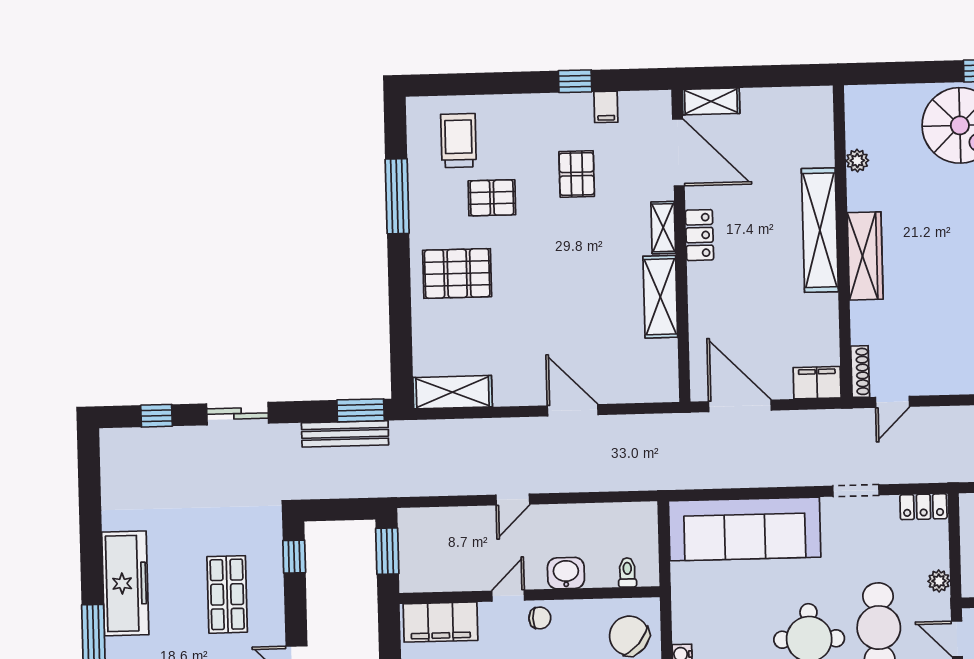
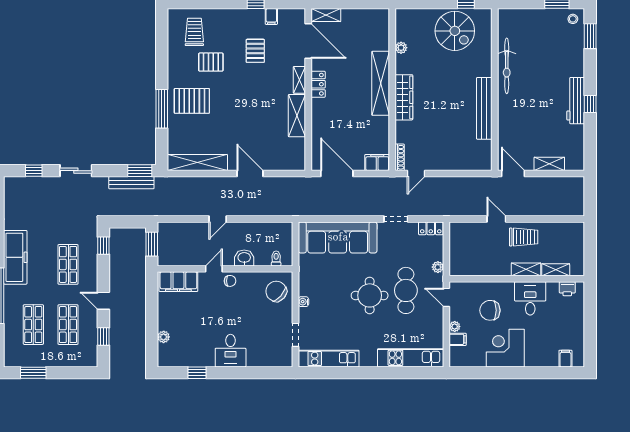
window: (397, 196) -> (162, 109), moved
shelving: (453, 392) -> (197, 162), width x1.47

